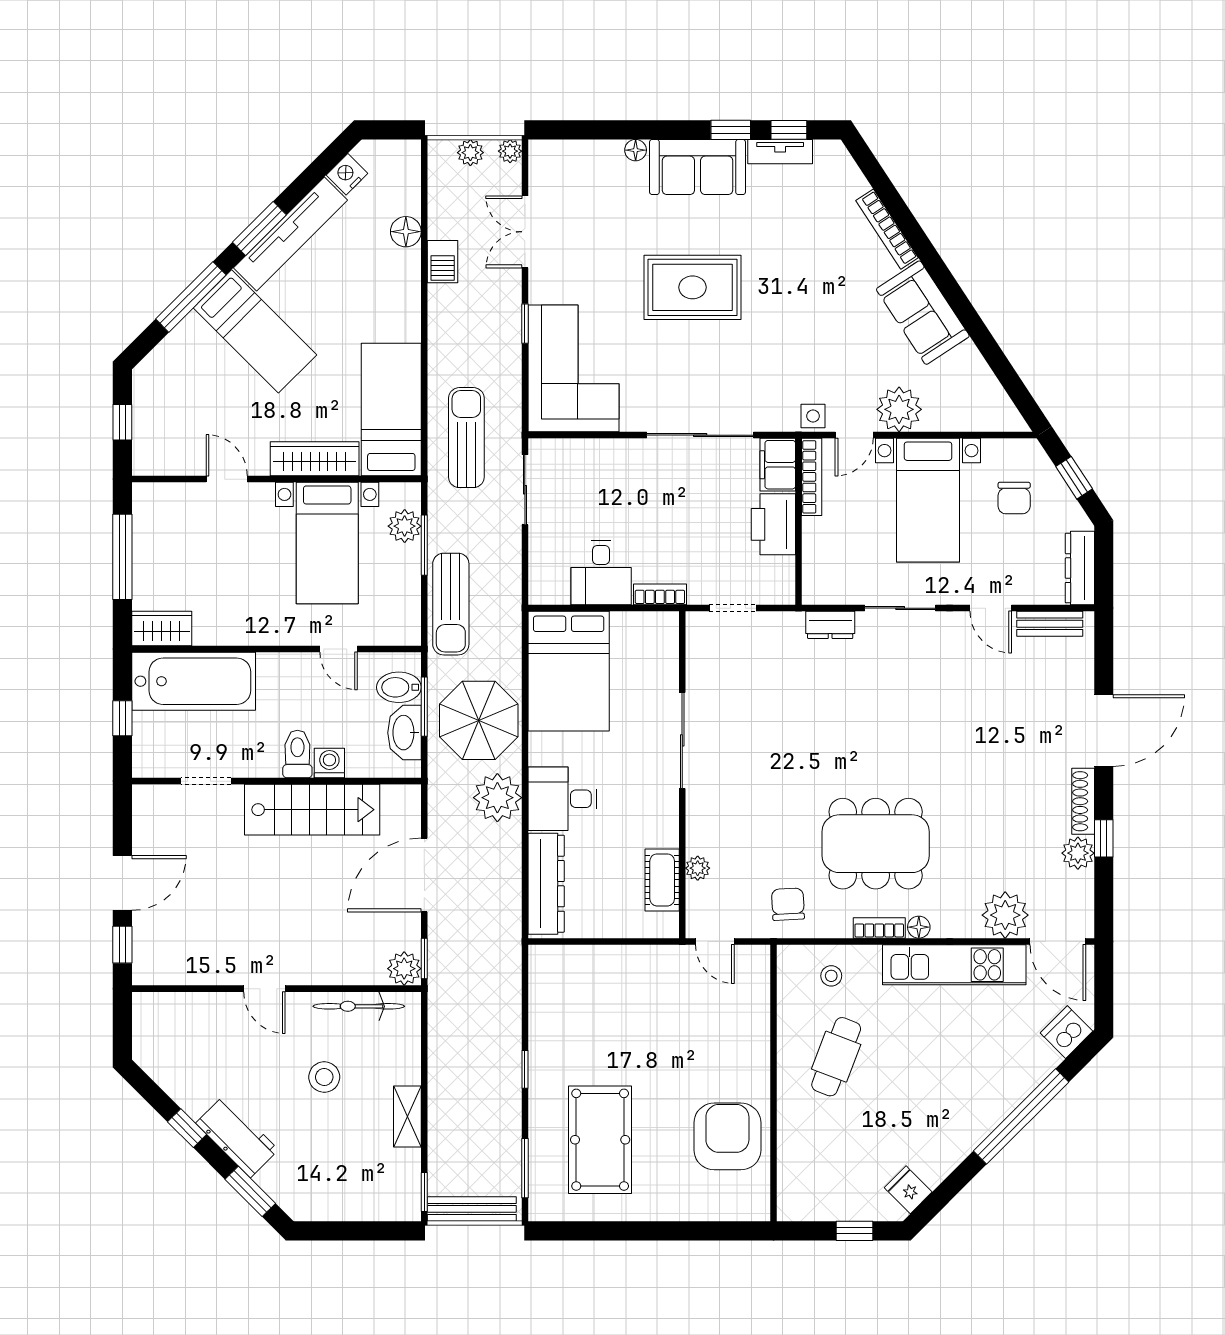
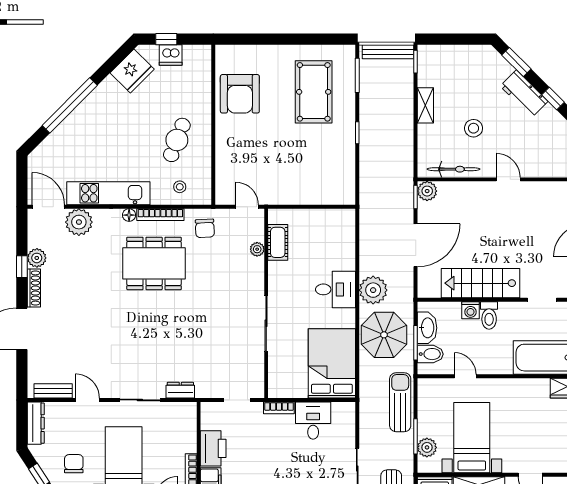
dresser: (546, 884) -> (345, 240), removed
bookcase: (879, 928) -> (160, 215), width x1.56
dishwasher: (1067, 1032) -> (171, 55), moved, turned 45
fridge: (908, 1190) -> (132, 71), width x1.88, depth x1.34

